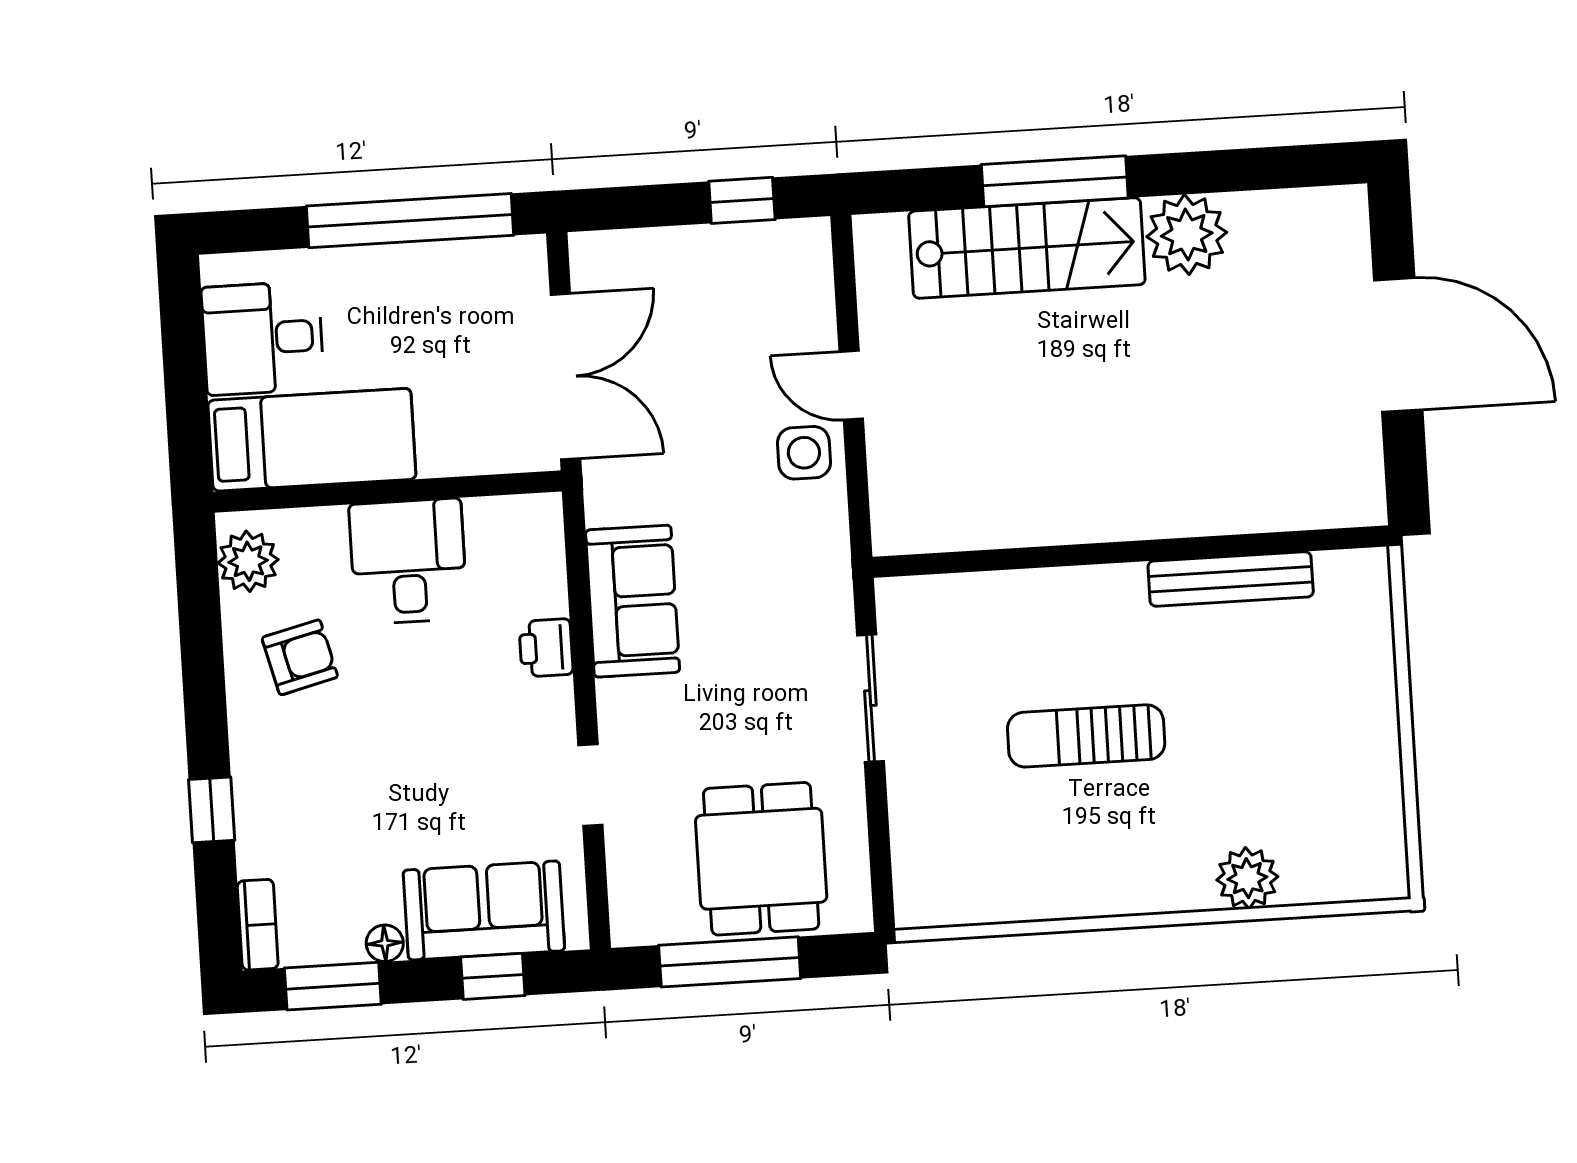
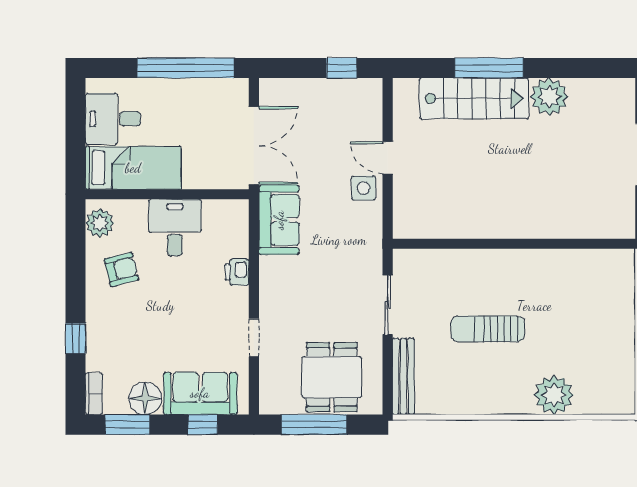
bench: (1231, 579) -> (403, 376), moved, turned 90
sofa: (633, 601) -> (279, 220), moved
plant: (1247, 878) -> (554, 395), width x1.36, depth x1.36
floor lamp: (385, 943) -> (145, 398), width x1.89, depth x1.89

